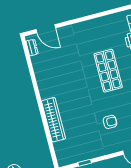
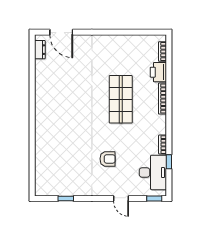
wardrobe: (53, 120) -> (43, 139), removed

